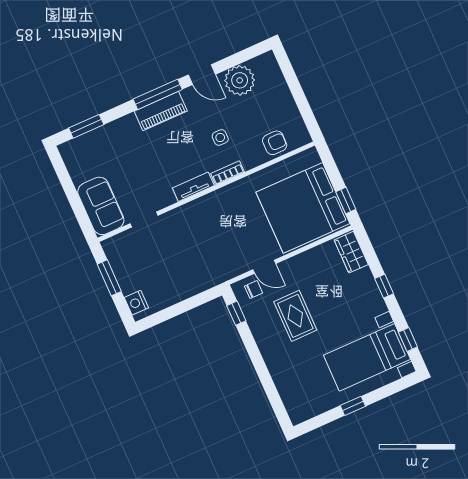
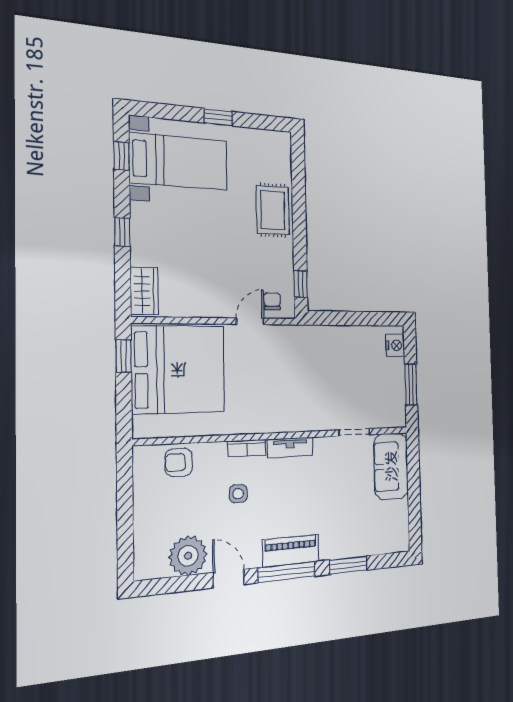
window: (86, 126) -> (348, 565), moved
door: (264, 267) -> (250, 321), hinge flipped
chair: (254, 290) -> (272, 301), turned 90
rug: (295, 316) -> (273, 210), moved

